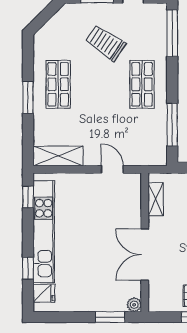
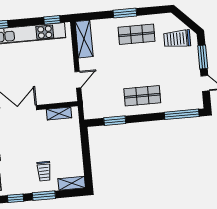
trolley: (106, 43) -> (177, 39), moved, turned -124
window: (172, 125) -> (115, 121), width x0.69

